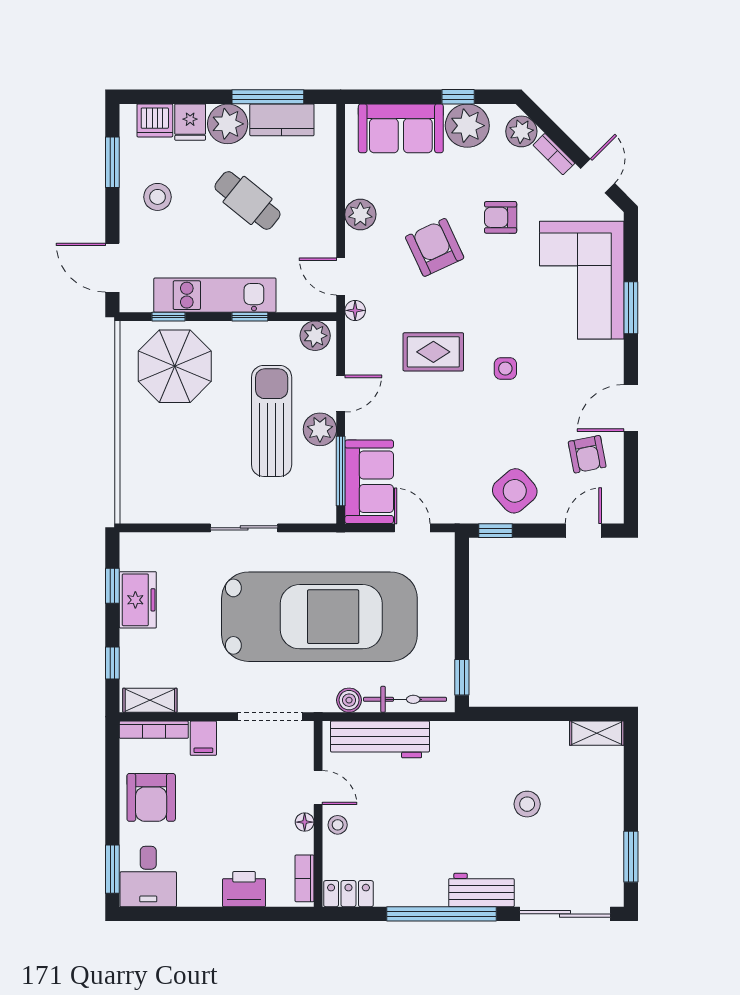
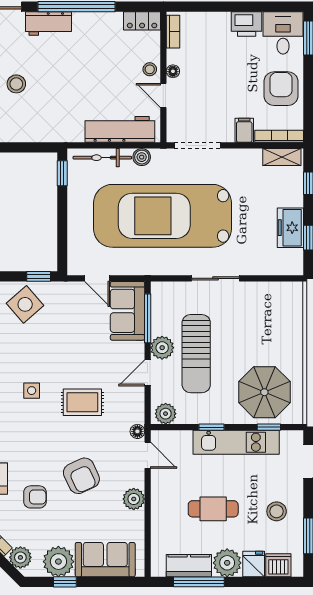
cafe table: (248, 200) -> (213, 509), turned -39
printer: (244, 889) -> (247, 24), moved

